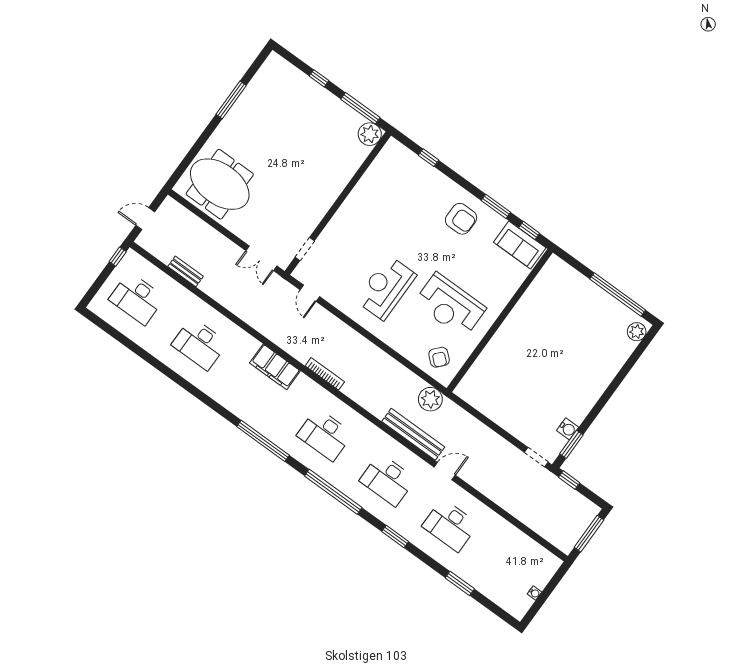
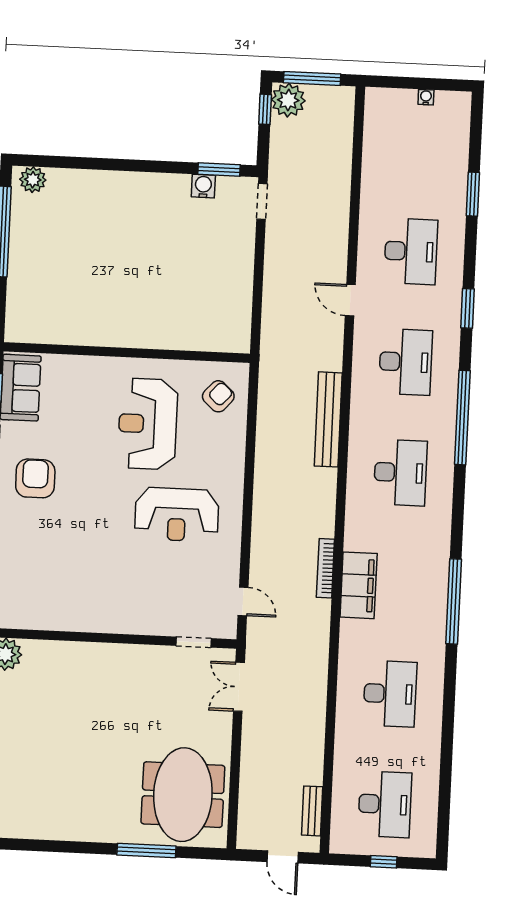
window: (231, 100) -> (146, 851), moved
window: (118, 257) -> (384, 862), moved
double door: (261, 258) -> (239, 687), swing flipped
bench: (186, 271) -> (312, 811), moved
door: (310, 293) -> (243, 601), hinge flipped
reception desk: (450, 305) -> (148, 424), turned 180
bookcase: (325, 374) -> (325, 568), moved
plant: (430, 399) -> (288, 100), moved
bench: (413, 434) -> (328, 419), moved
window: (263, 441) -> (454, 601), moved
window: (569, 480) -> (265, 109), moved

